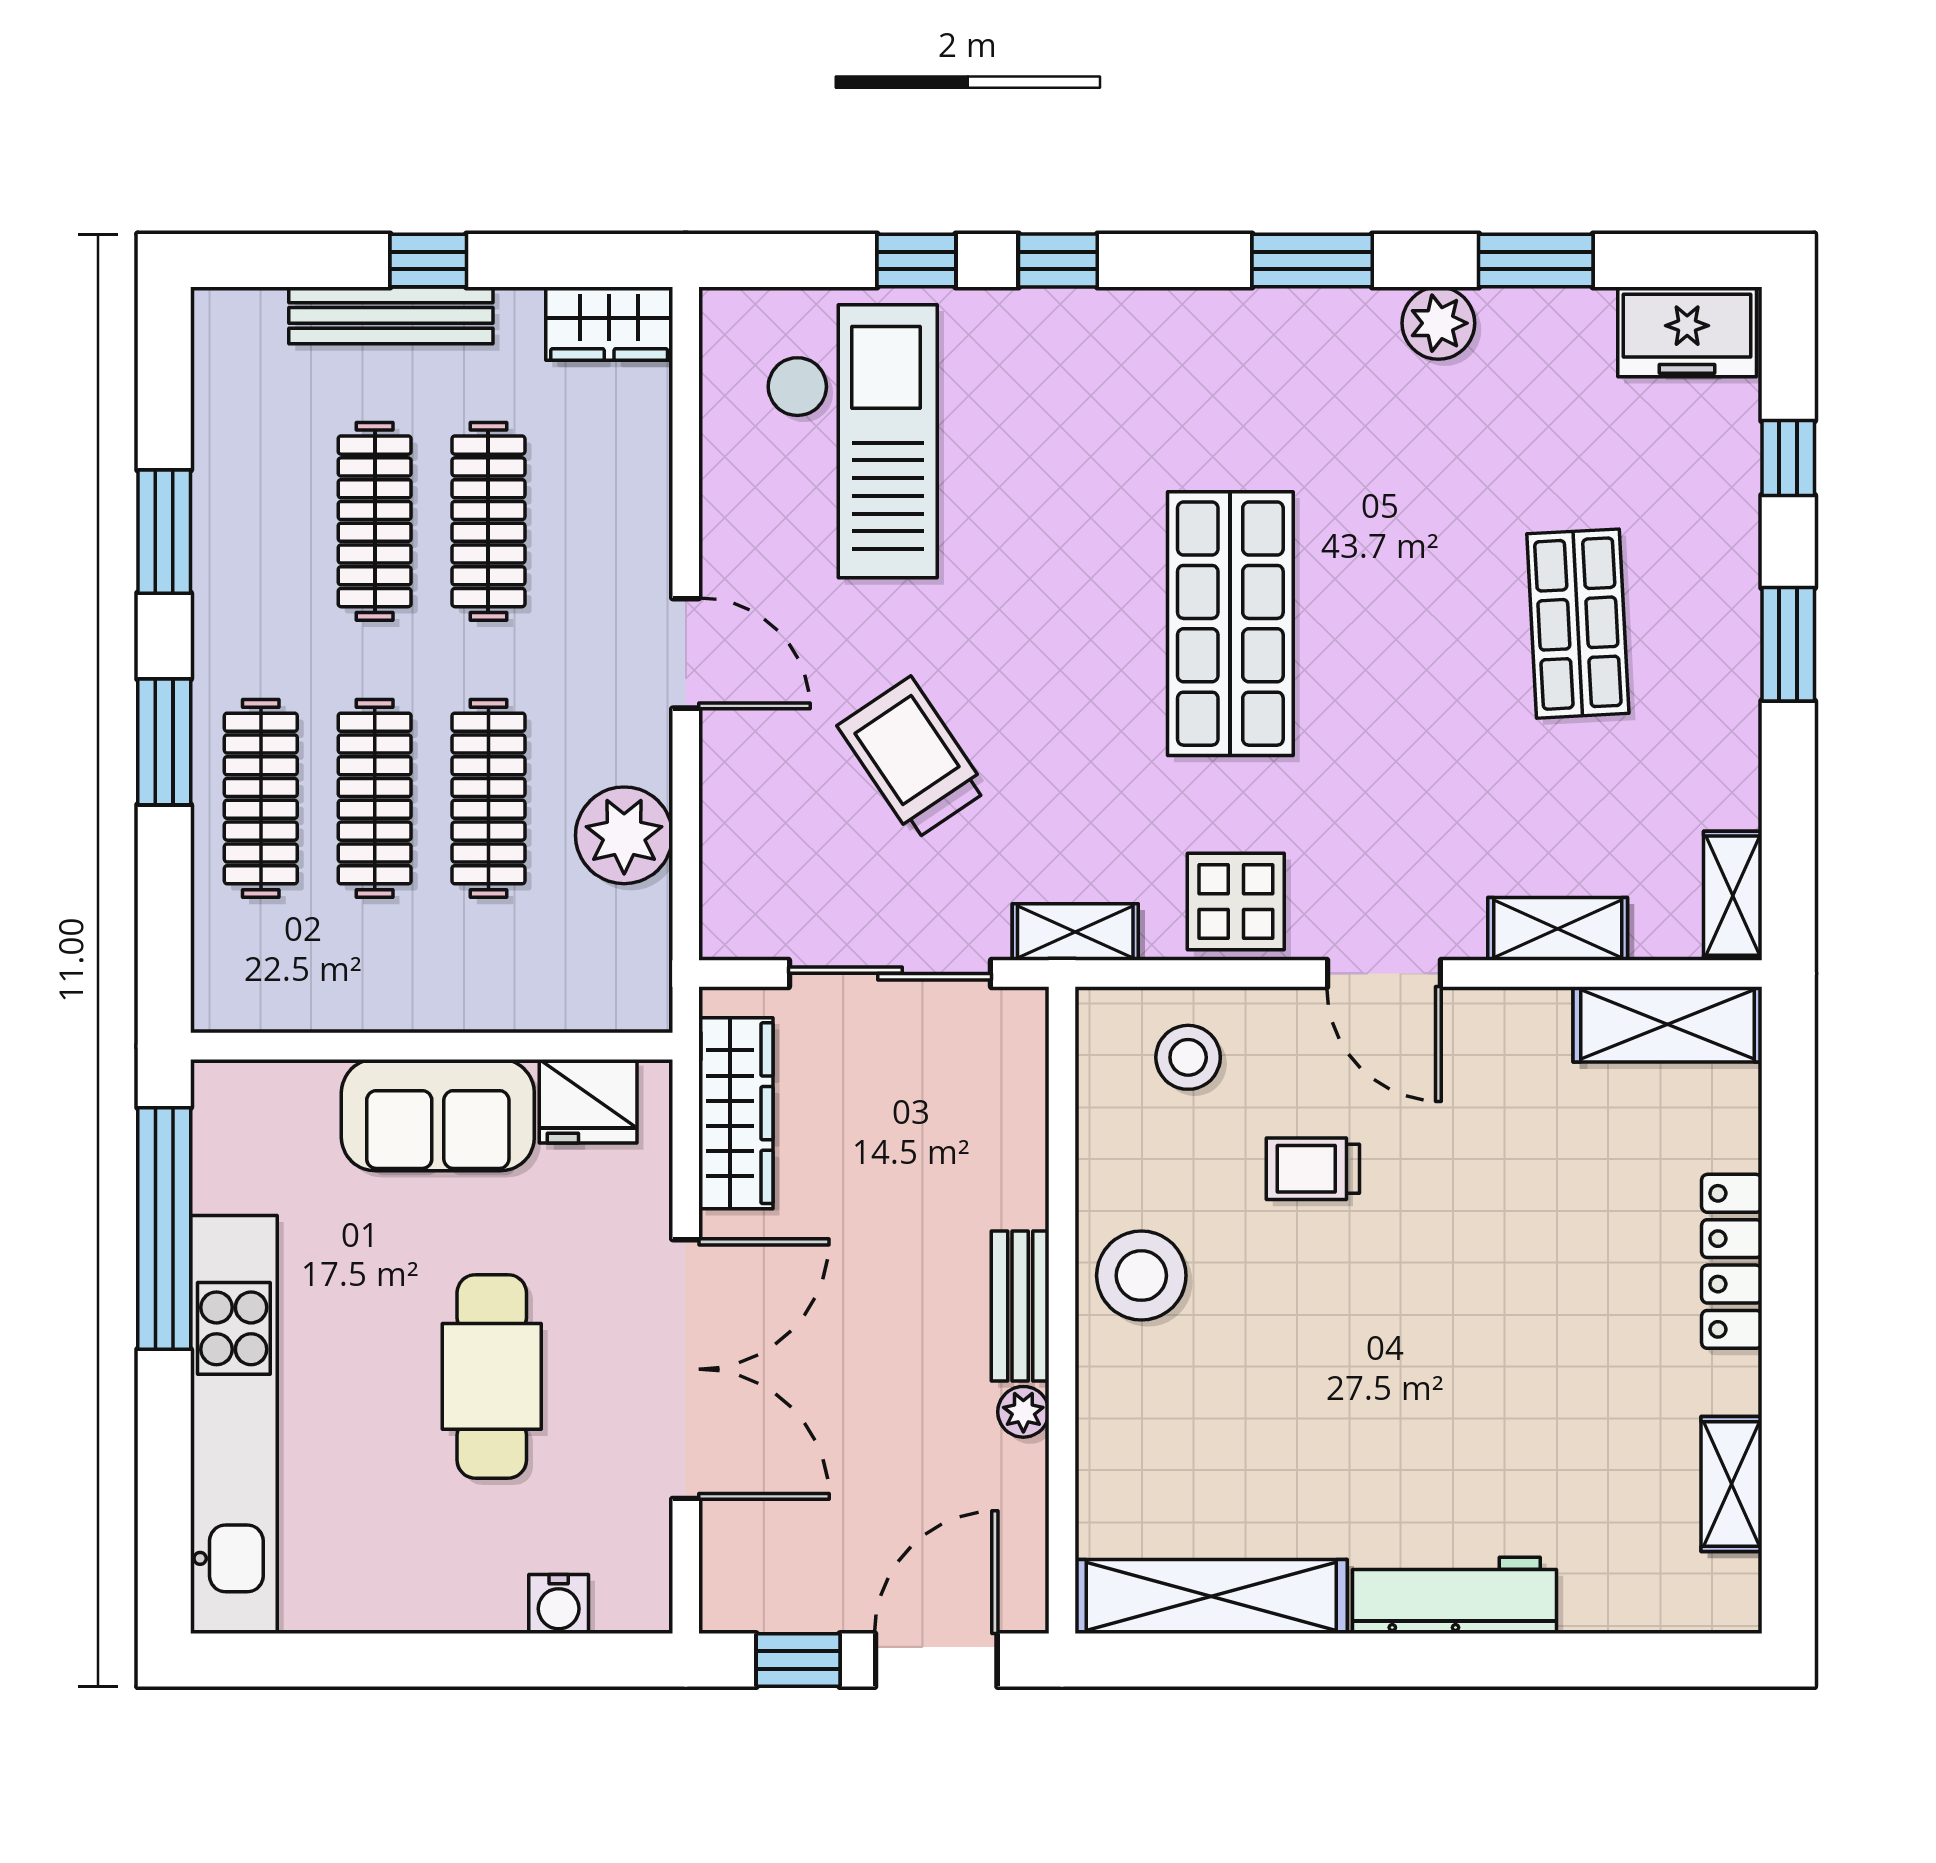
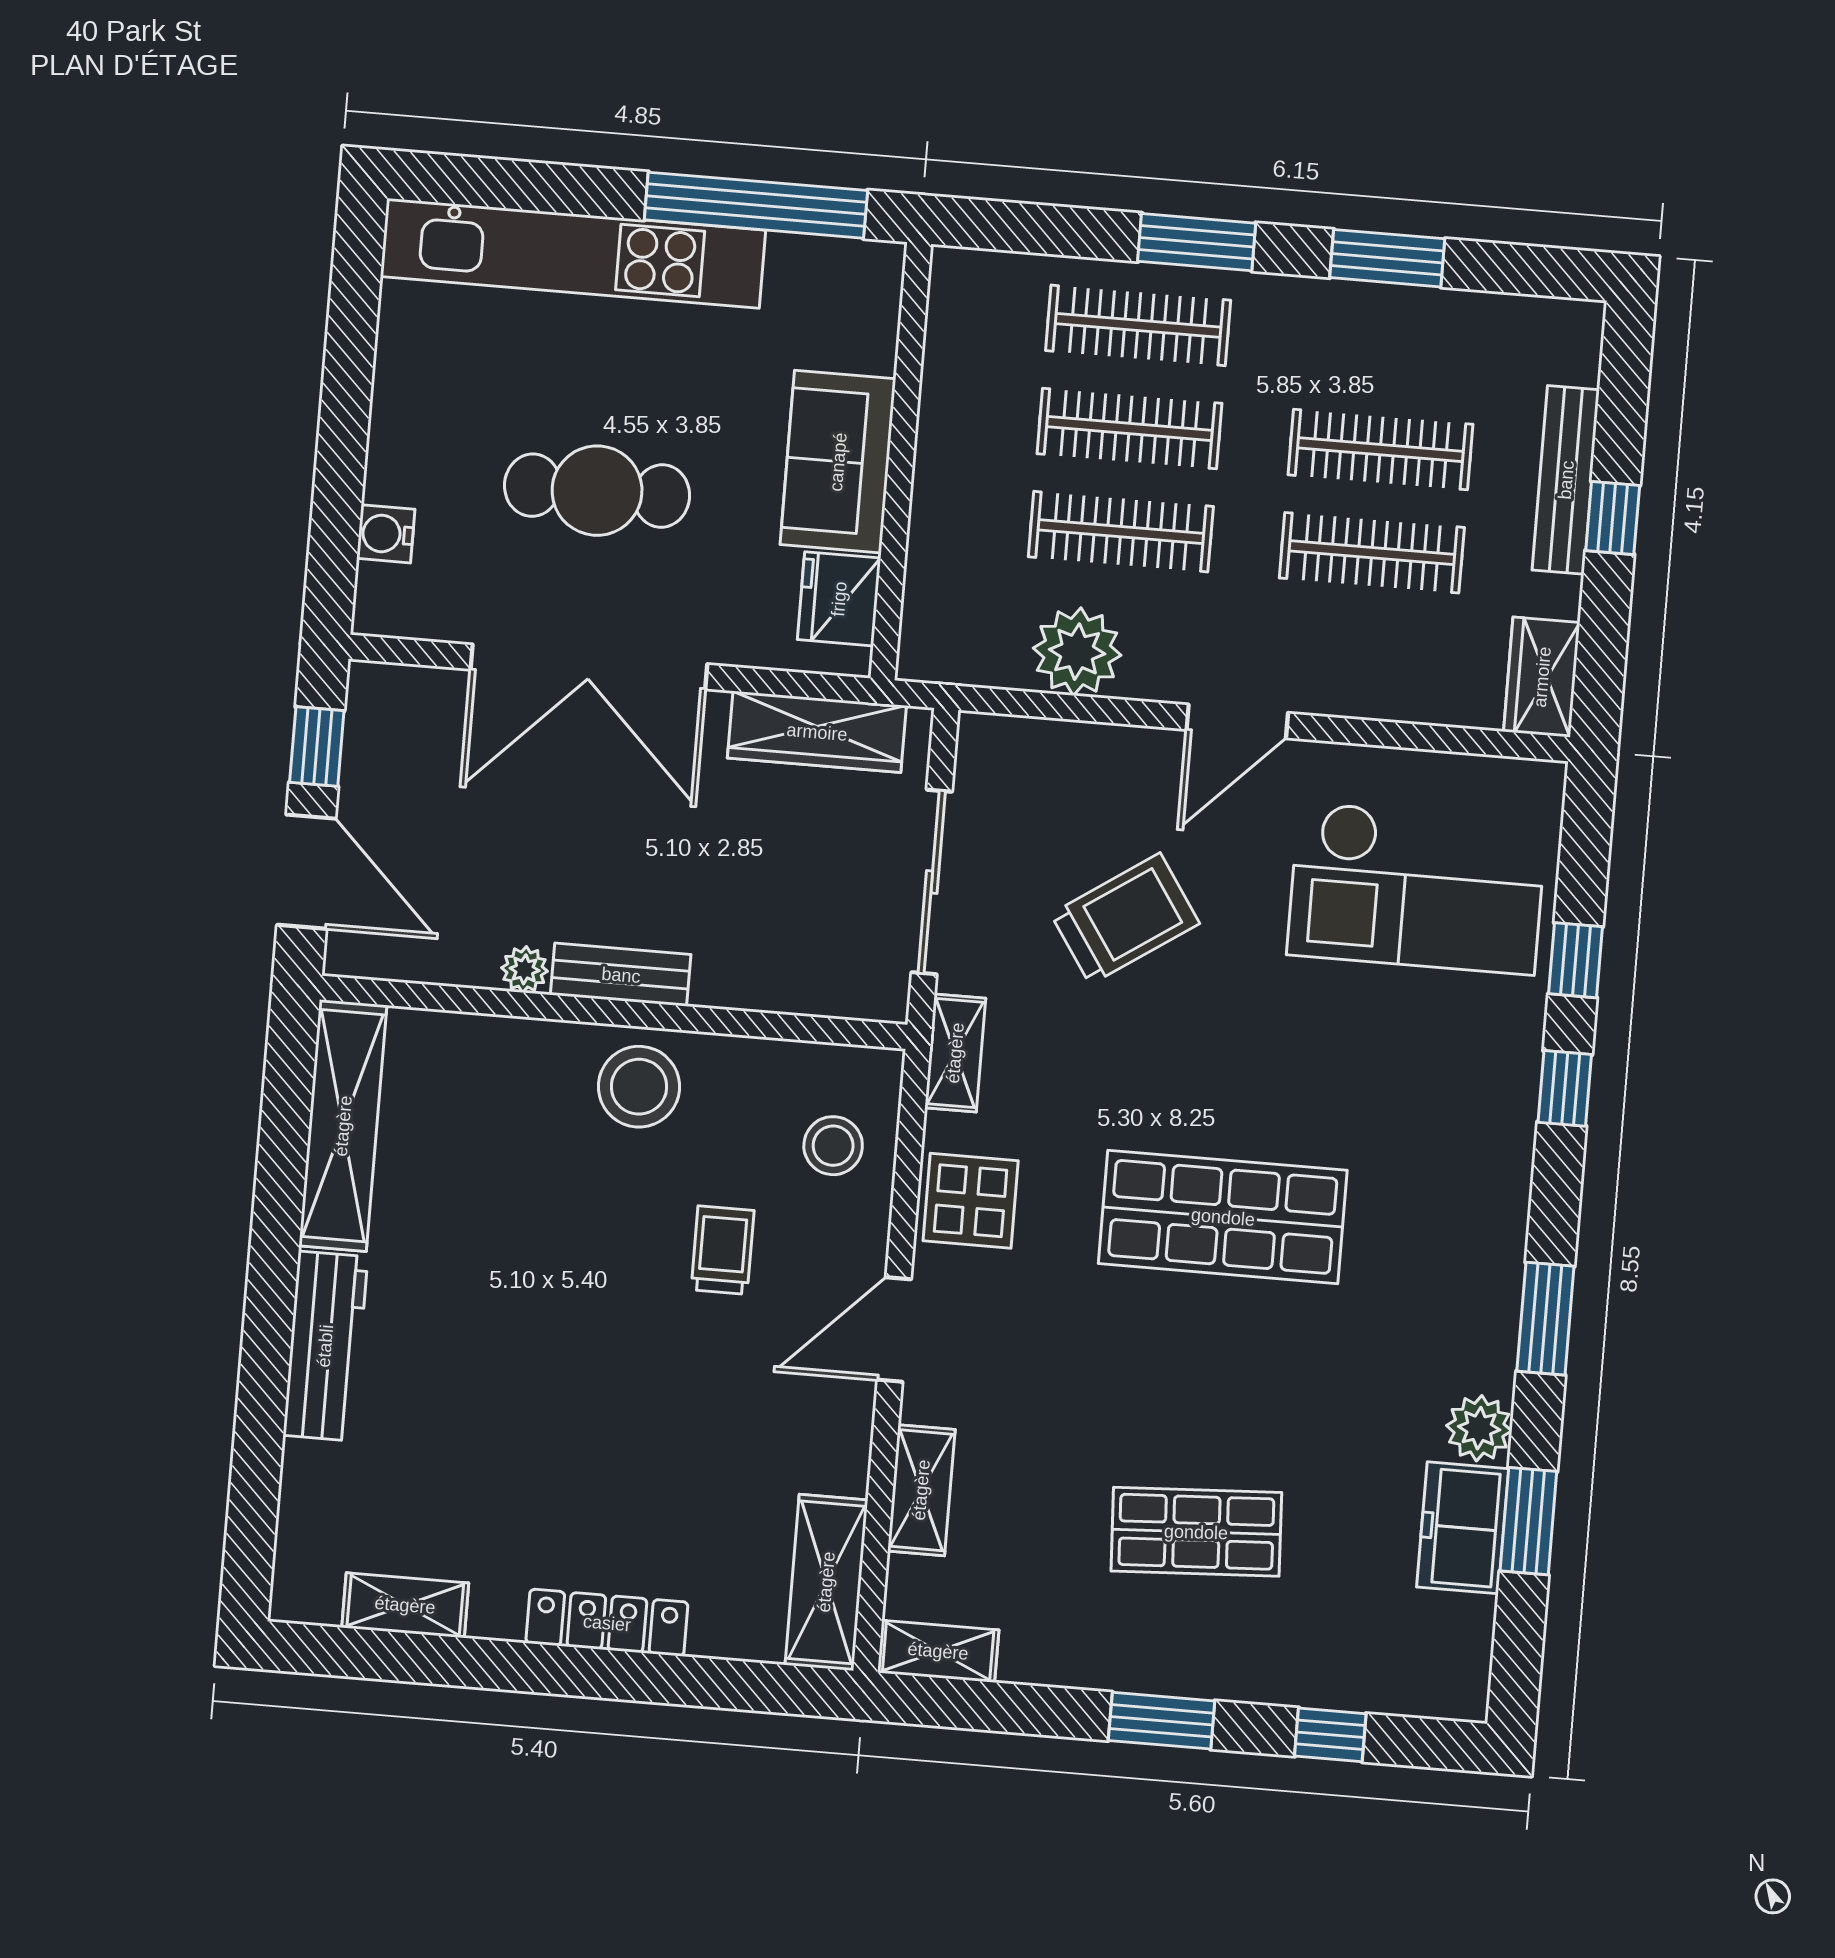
freezer: (1687, 332) -> (1463, 1528), moved

